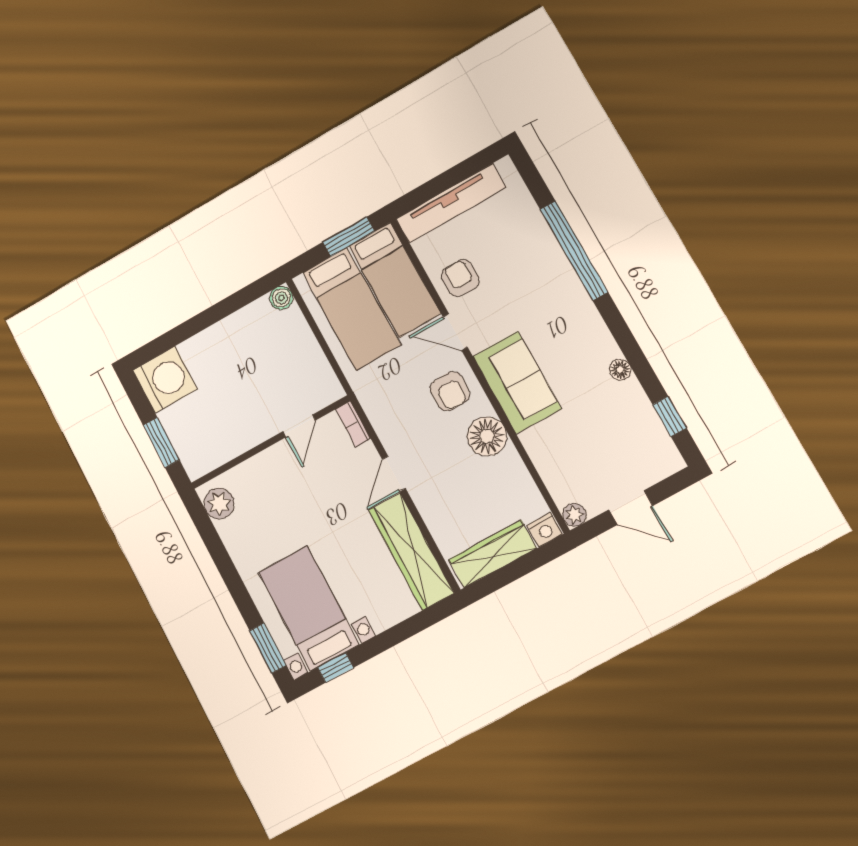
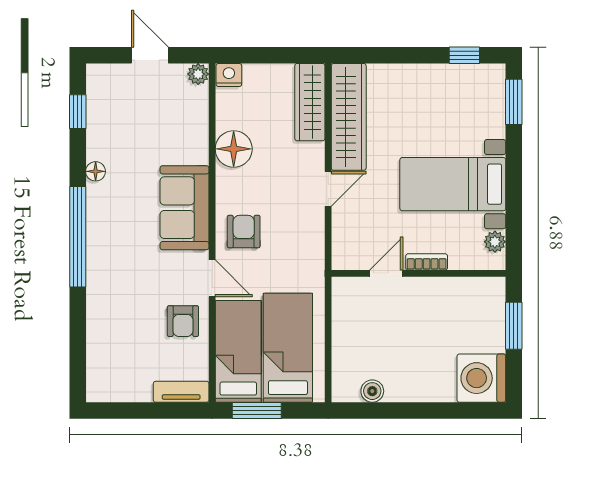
tv unit: (451, 203) -> (181, 392), width x0.52, depth x0.78
window: (574, 251) -> (78, 237), moved
boiler: (281, 298) -> (372, 391), moved
bookcase: (353, 424) -> (427, 262), moved, turned -90
floor lamp: (487, 436) -> (234, 149), moved
plant: (219, 503) -> (495, 242), width x0.73, depth x0.73
wardrobe: (493, 554) -> (310, 102), moved, turned 90
bed with nightstands: (309, 608) -> (453, 184), moved, turned 90

